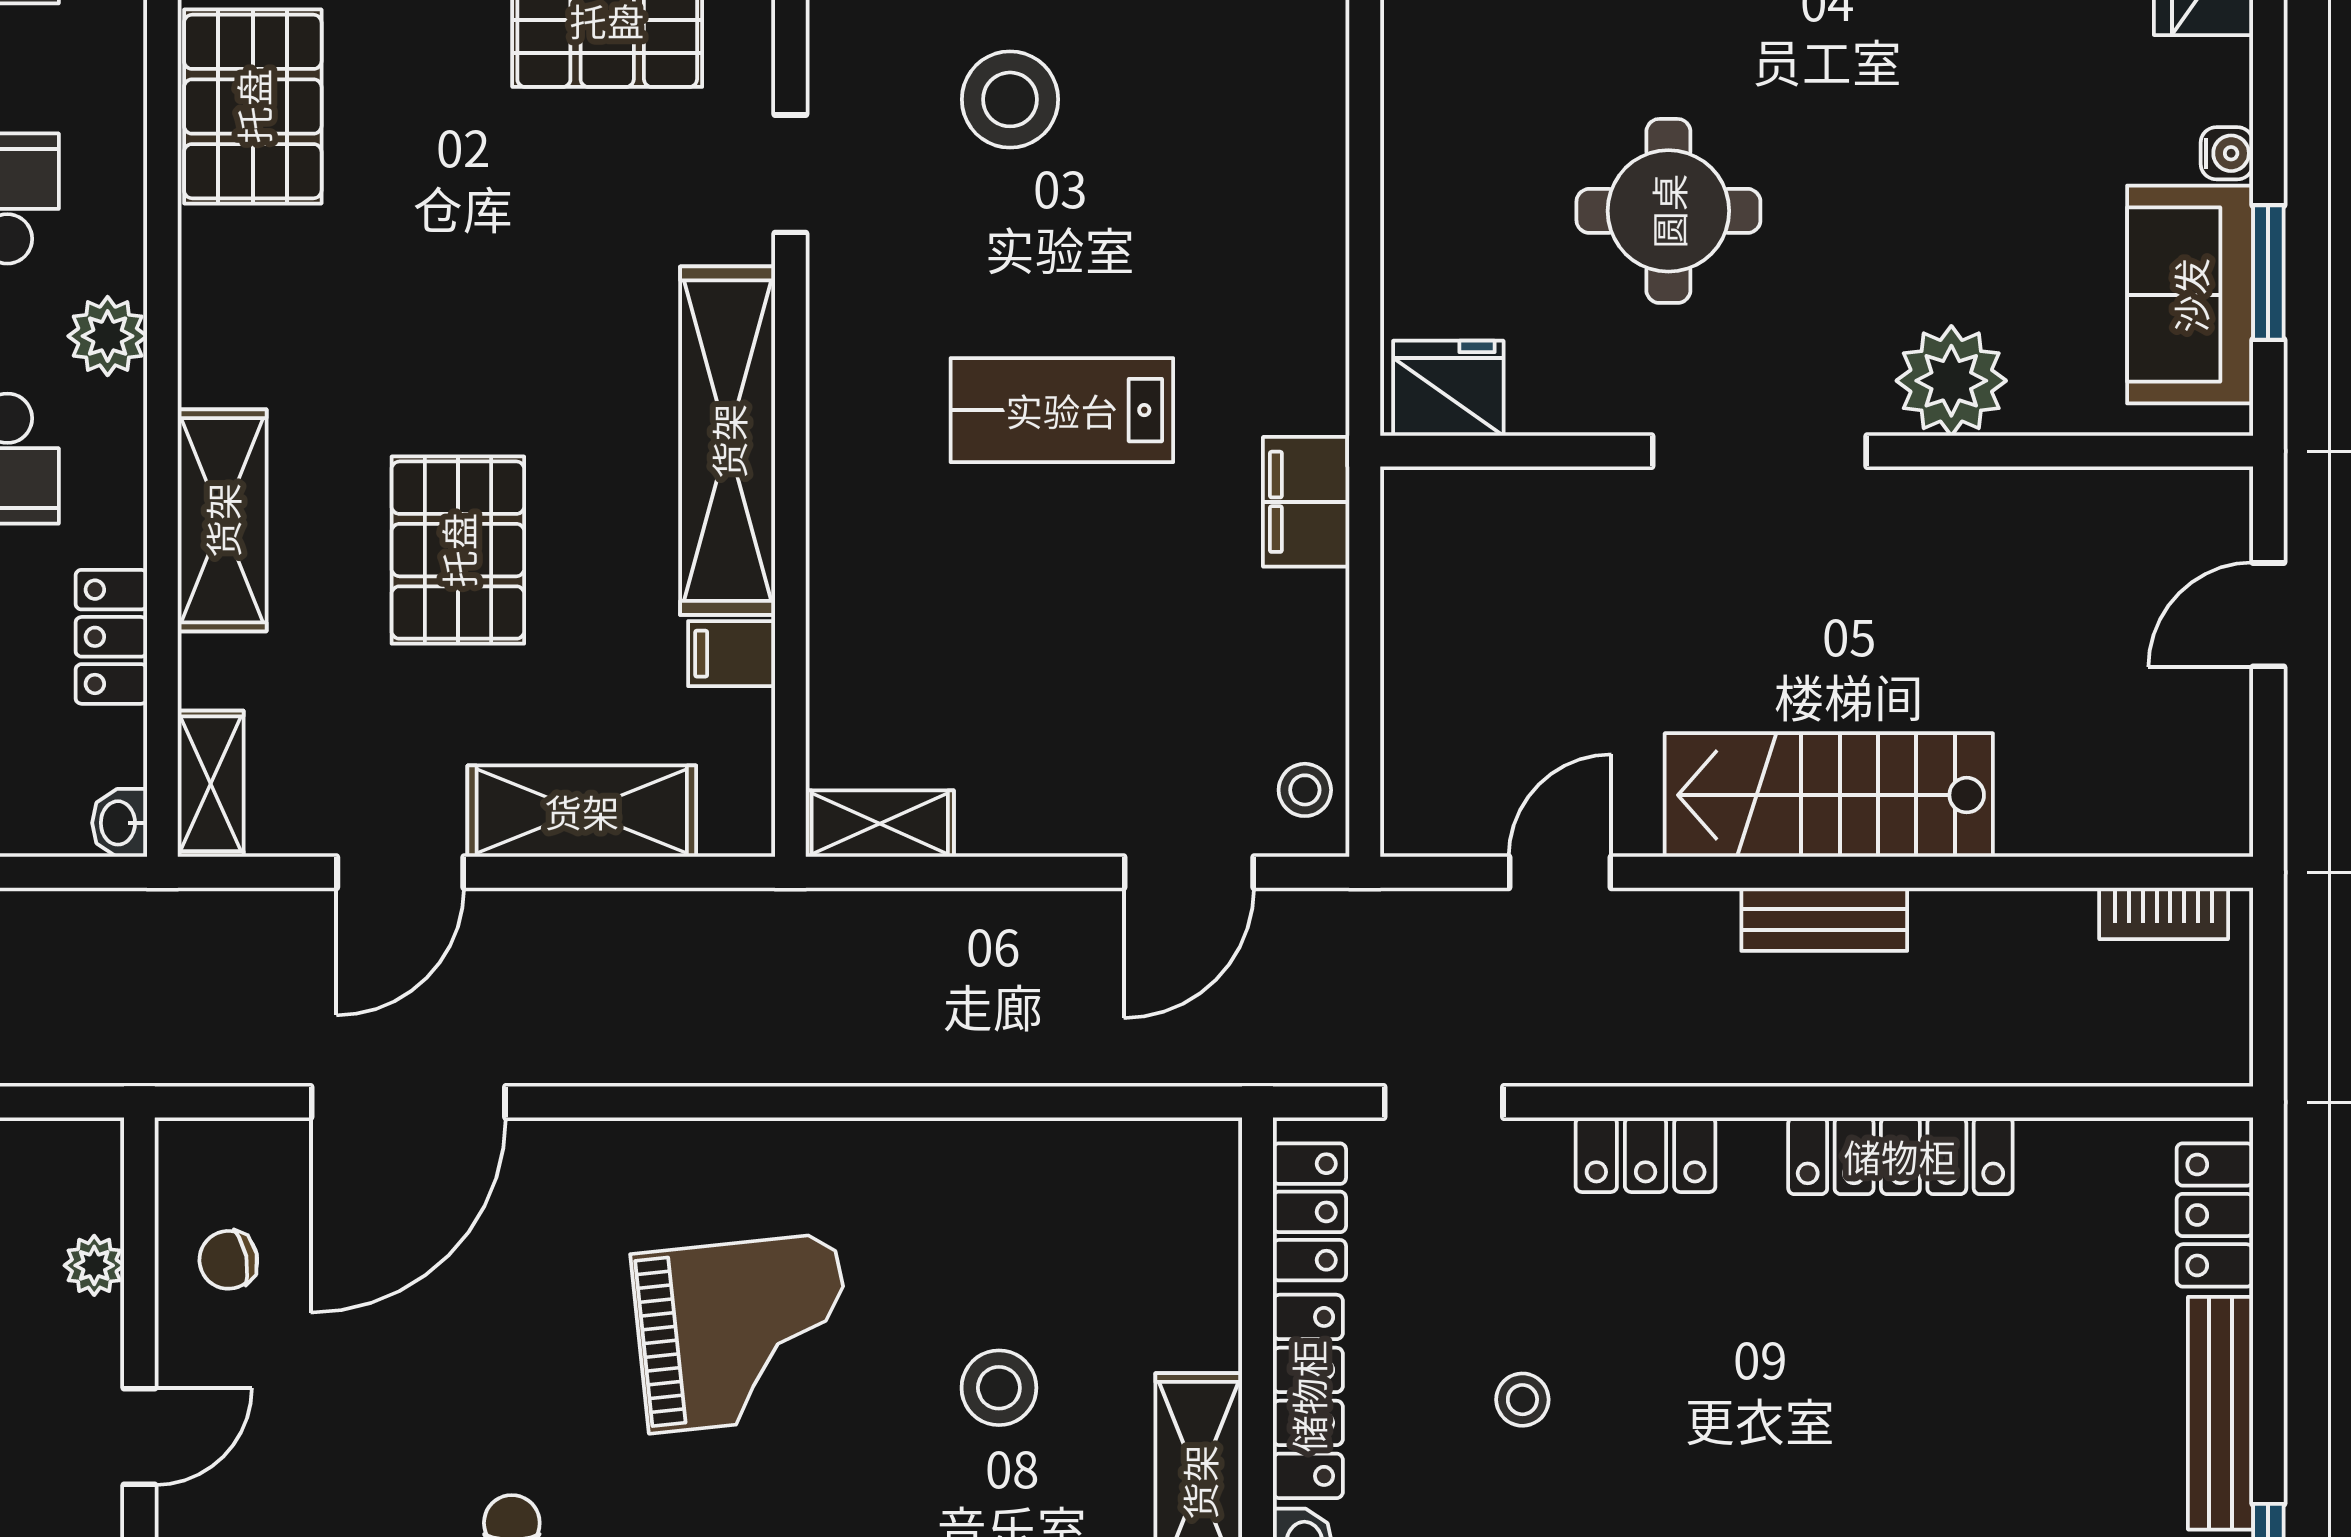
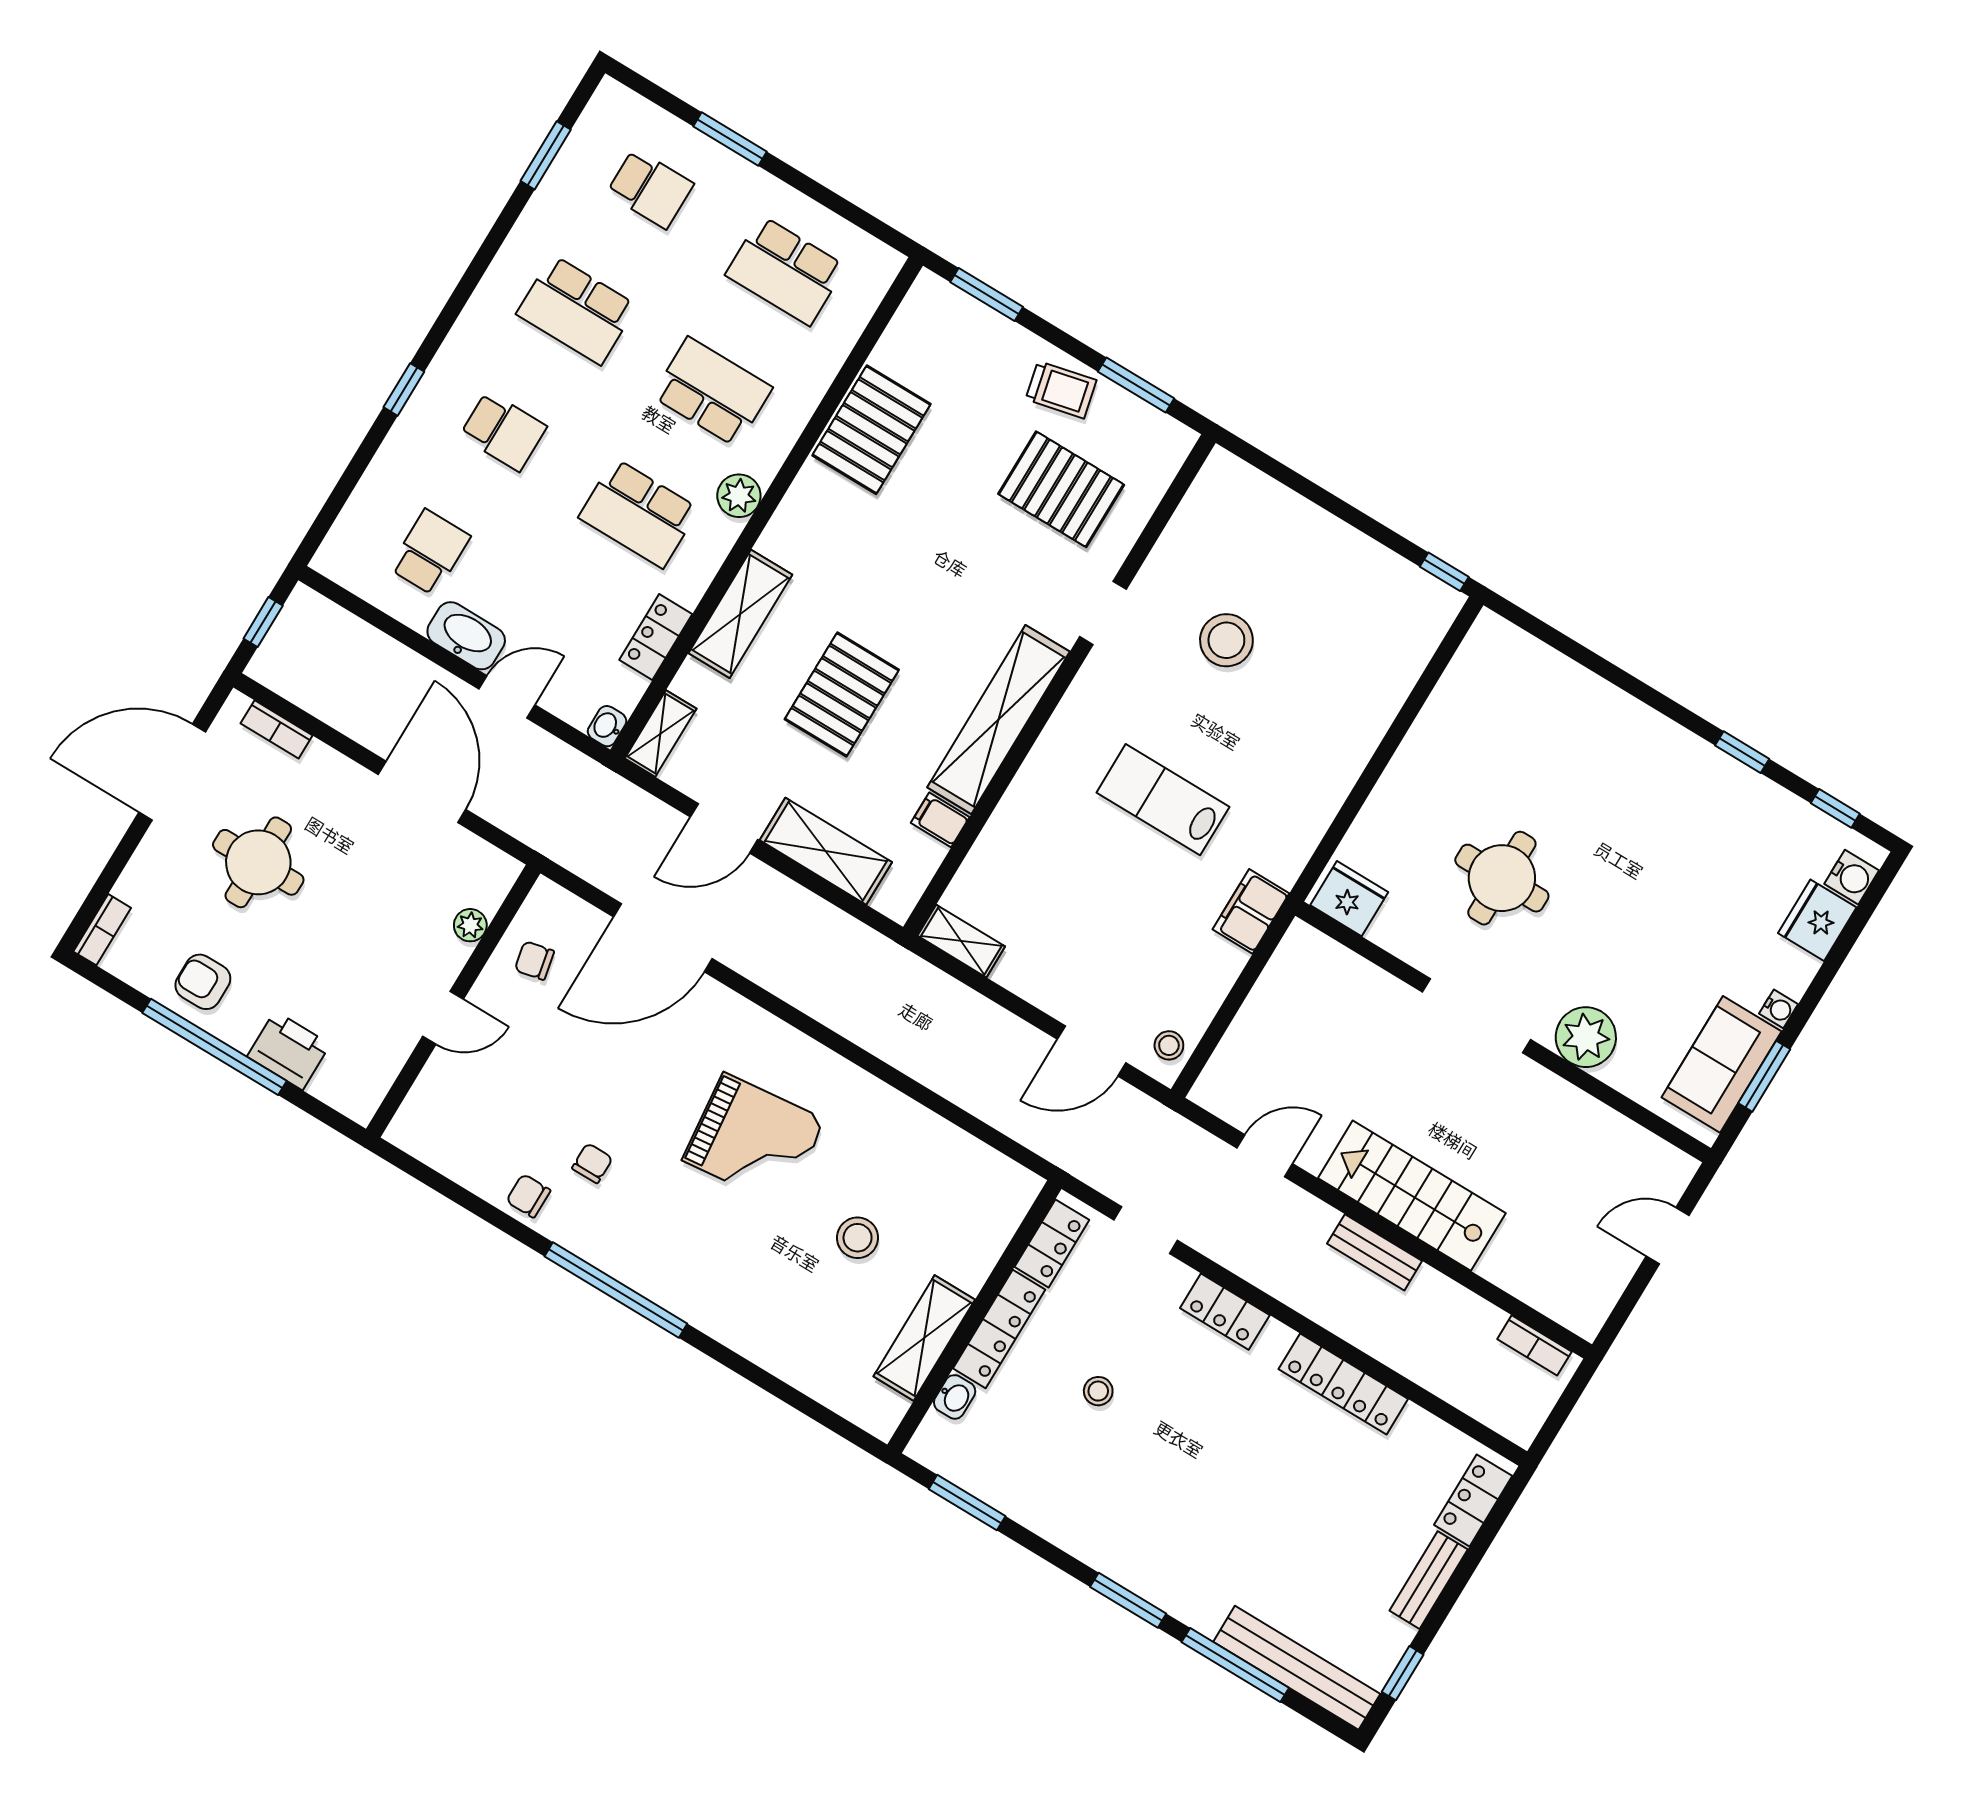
bench: (2220, 1413) -> (1429, 1580), width x0.73

